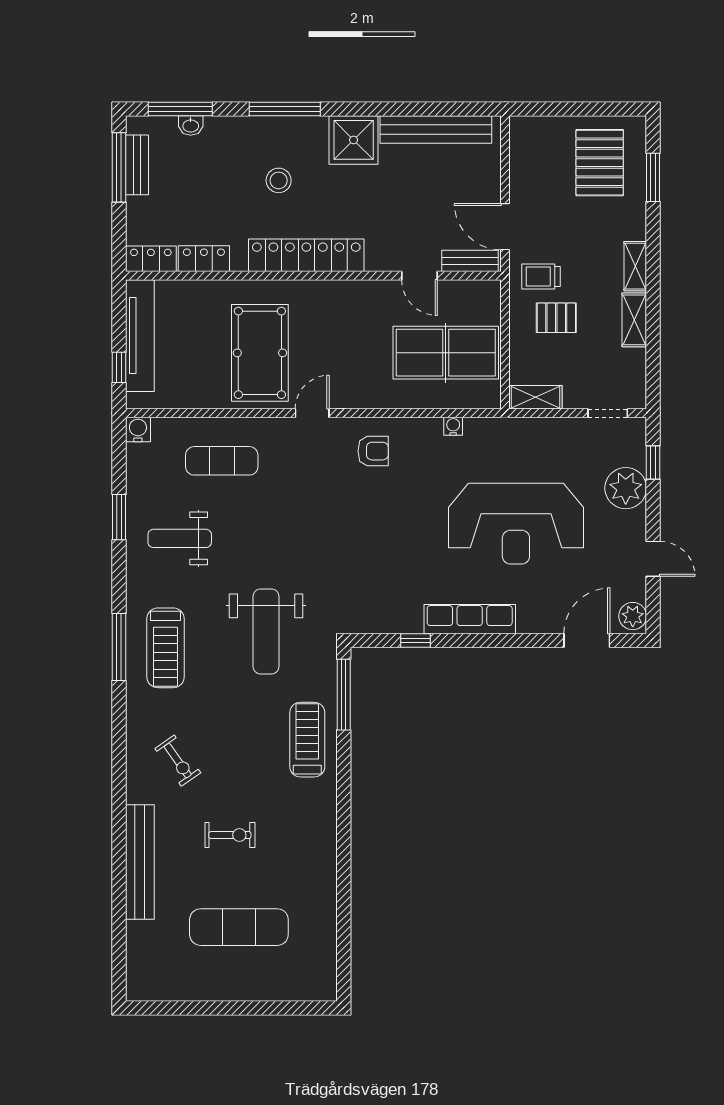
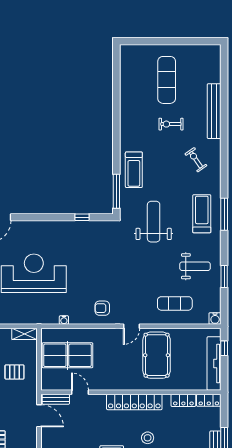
trolley: (541, 276) -> (22, 392), removed
row of seats: (470, 619) -> (56, 228), removed
exercise mat: (239, 927) -> (167, 80), turned 90

